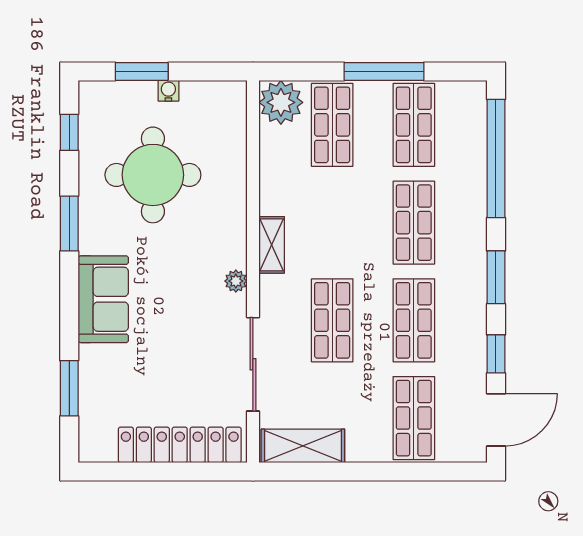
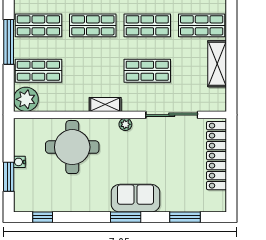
round table: (153, 175) -> (72, 147), moved
window: (69, 224) -> (126, 217), moved
shelving: (303, 446) -> (217, 64), moved

